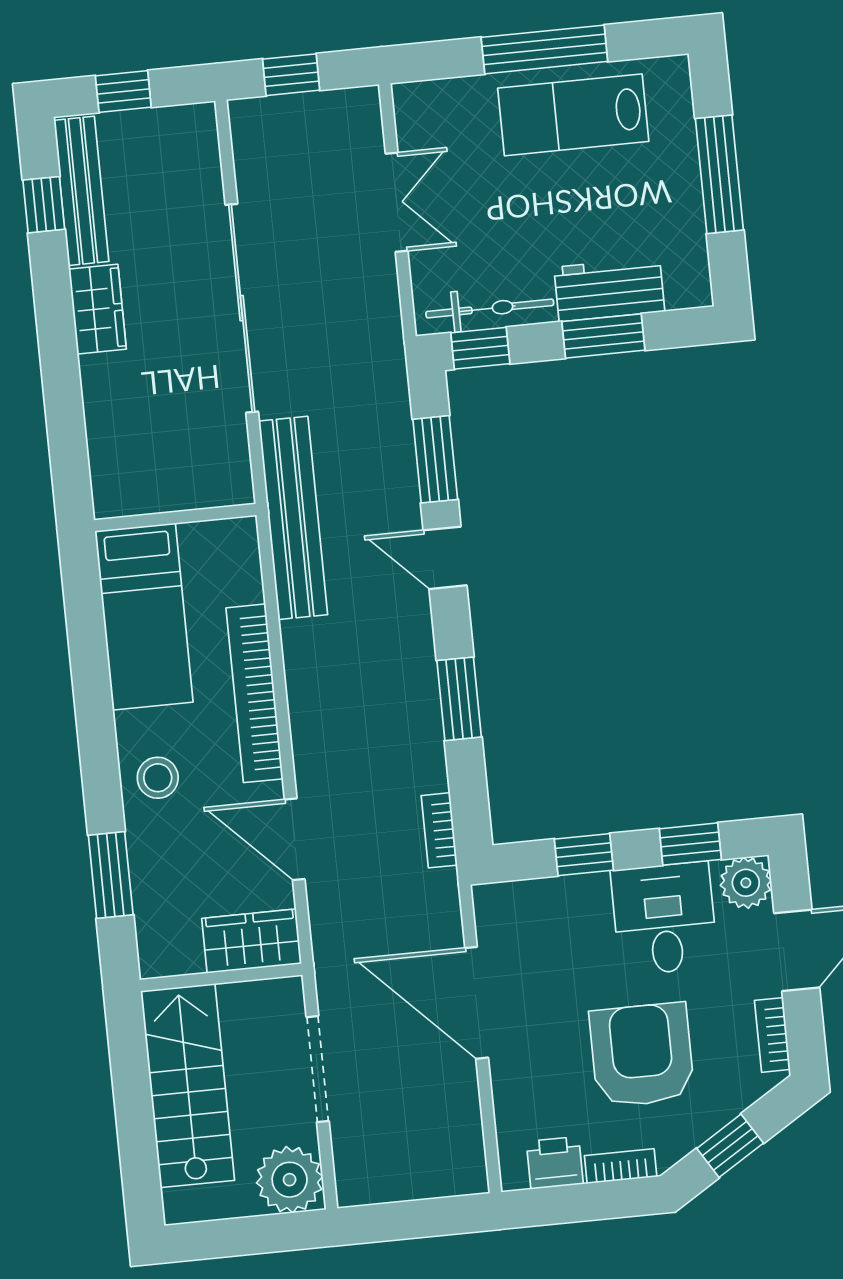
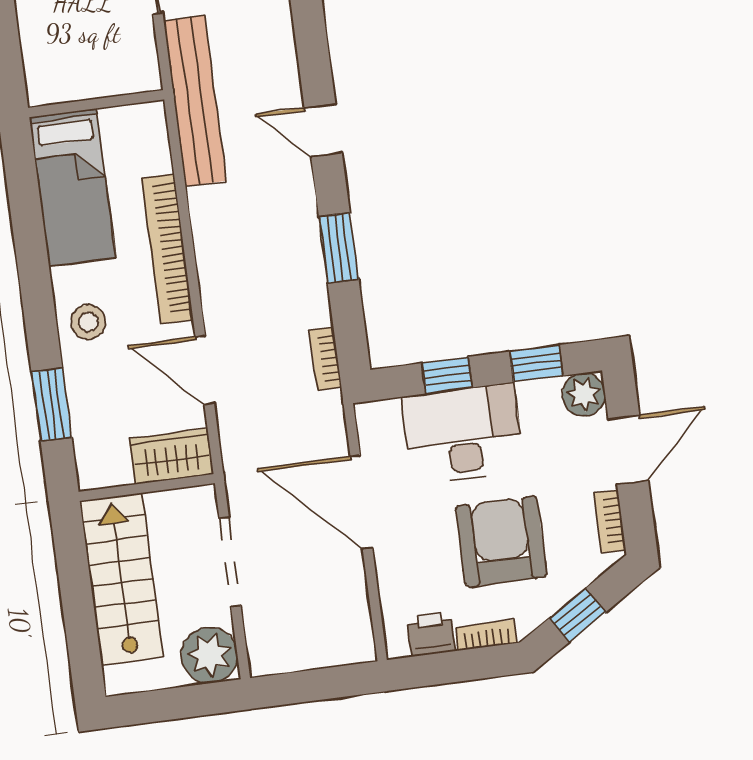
window: (435, 459) -> (312, 48), removed
desk: (664, 919) -> (463, 434), moved, width x1.37

